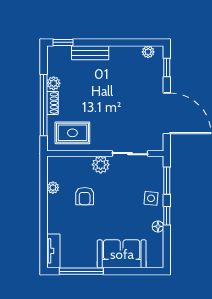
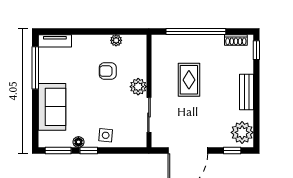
plant: (148, 52) -> (242, 132), width x1.88, depth x1.88
bench: (90, 53) -> (246, 92), moved
plant: (54, 83) -> (217, 41), removed
shoe rack: (52, 103) -> (236, 40), moved
rug: (72, 133) -> (189, 80), moved
window: (167, 181) -> (58, 150), moved

